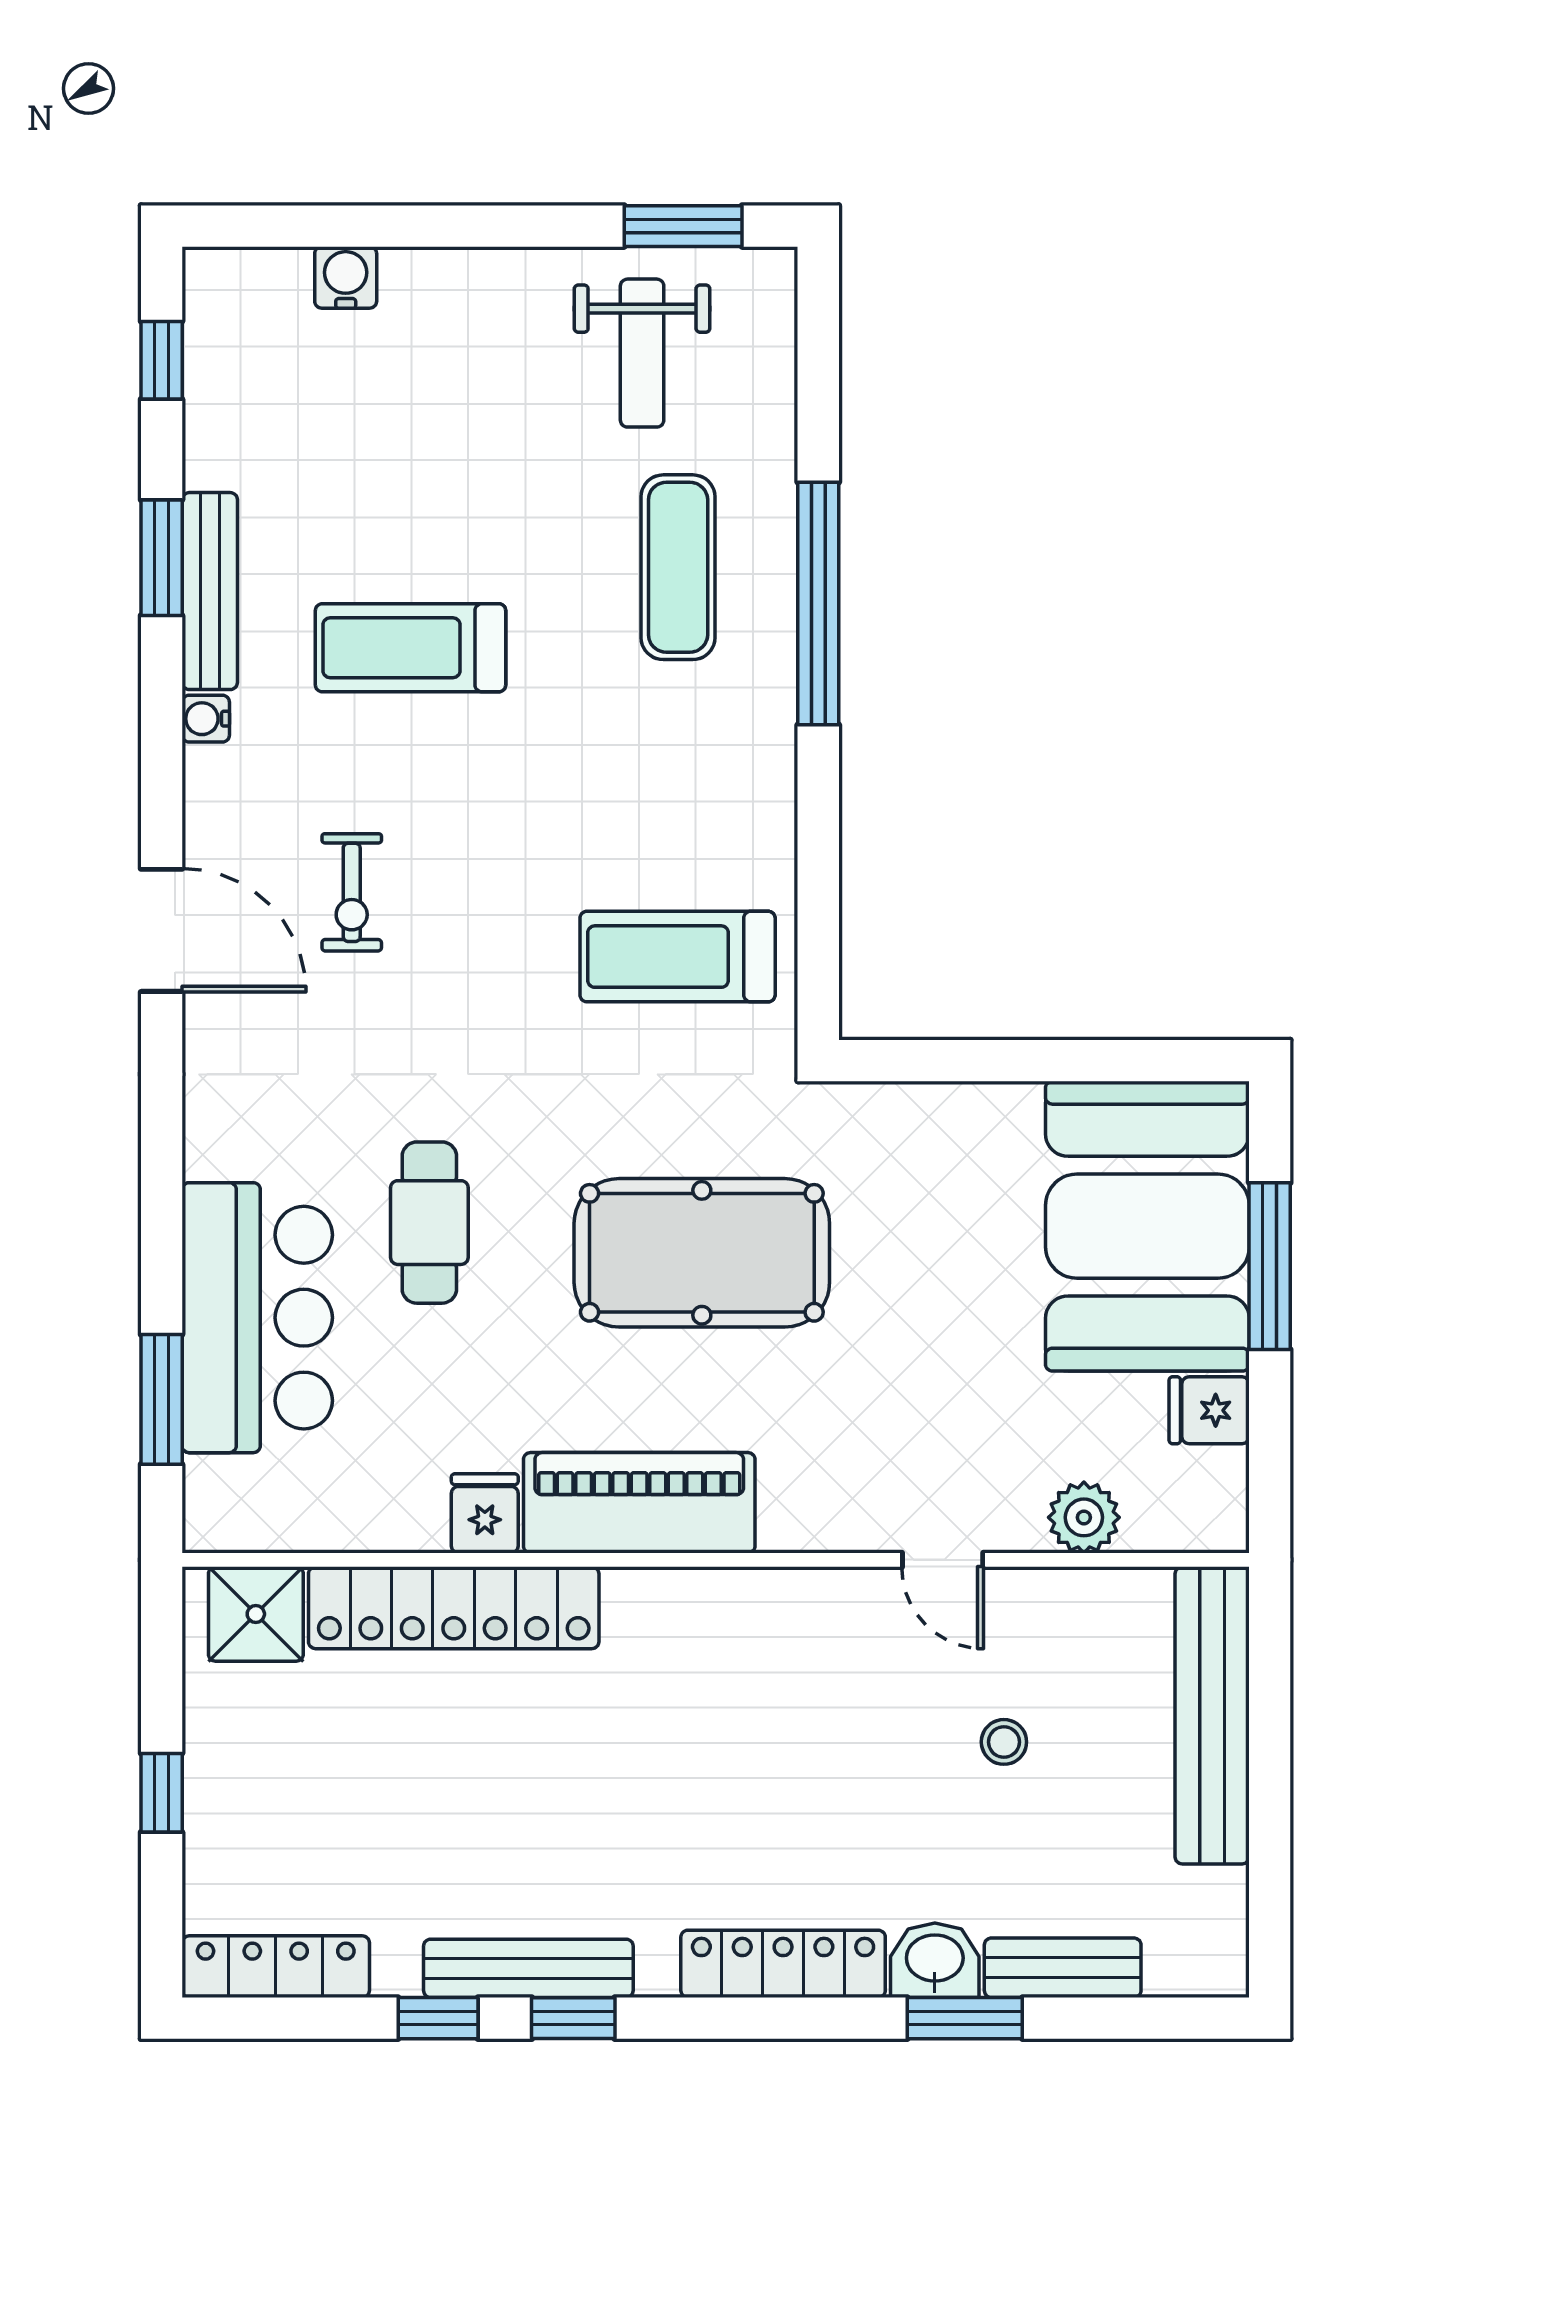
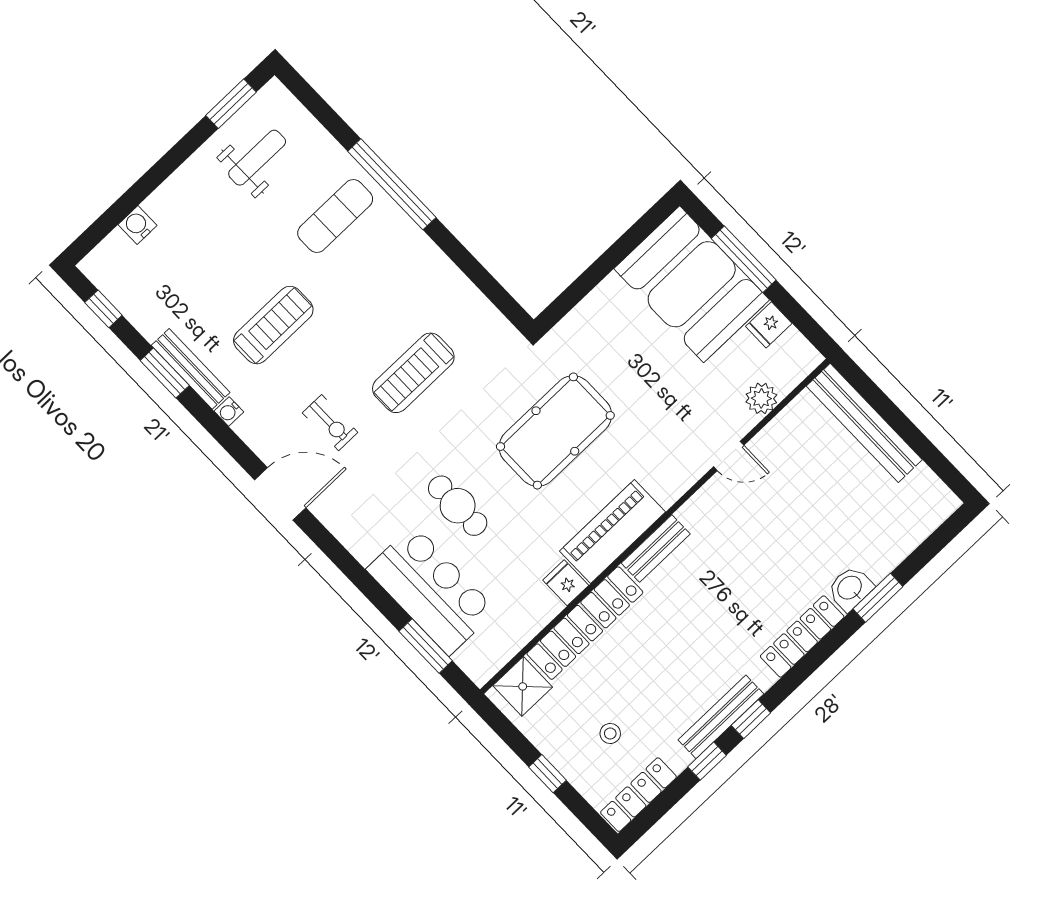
weight bench: (642, 353) -> (257, 158), turned -90
exercise mat: (678, 567) -> (335, 216), turned 90
treadmill: (411, 648) -> (273, 325), turned 180
treadmill: (678, 957) -> (413, 373), moved
stool: (1004, 1742) -> (610, 734), moved
bench: (1063, 1968) -> (656, 549), moved

